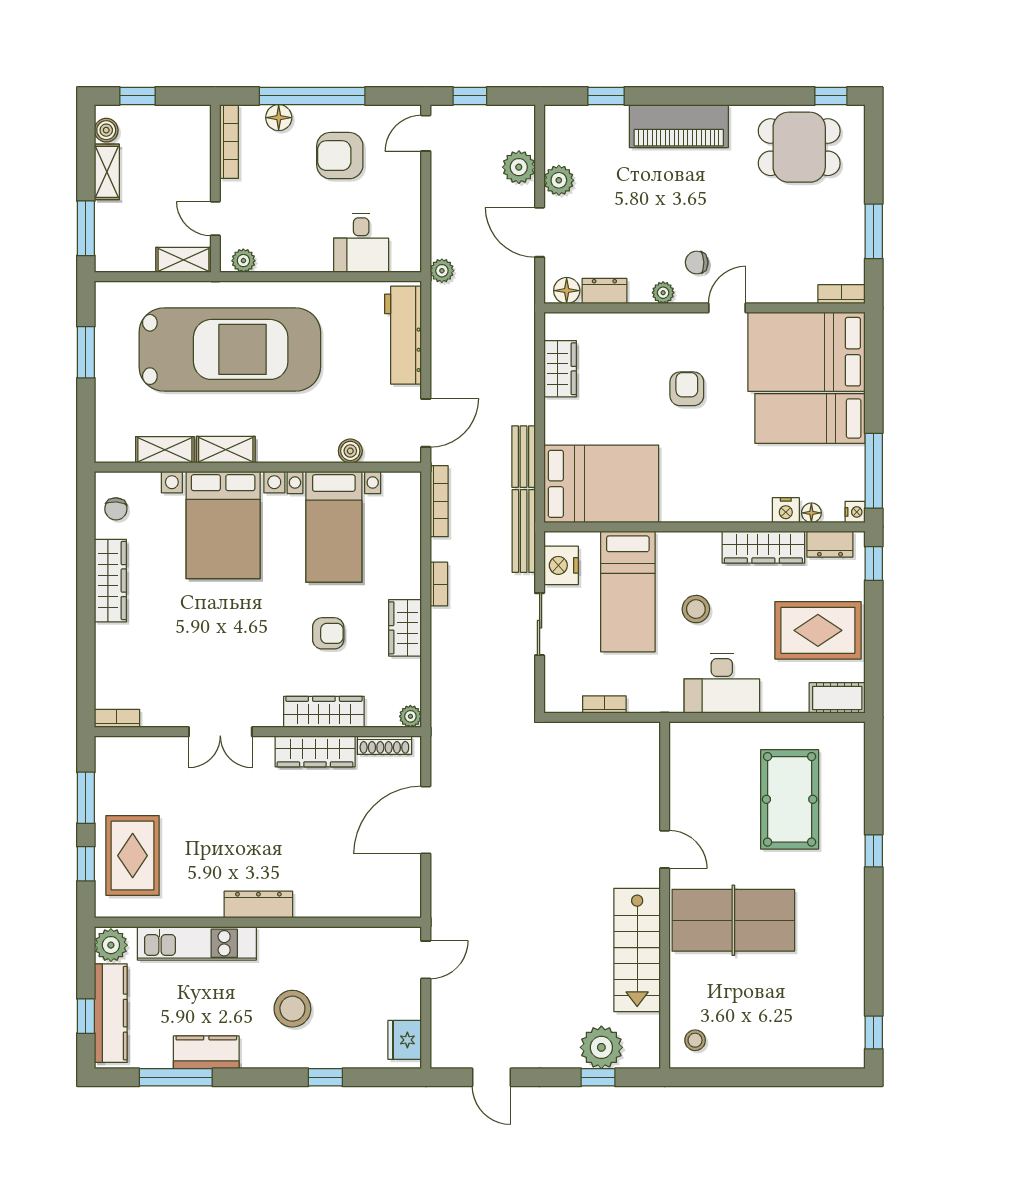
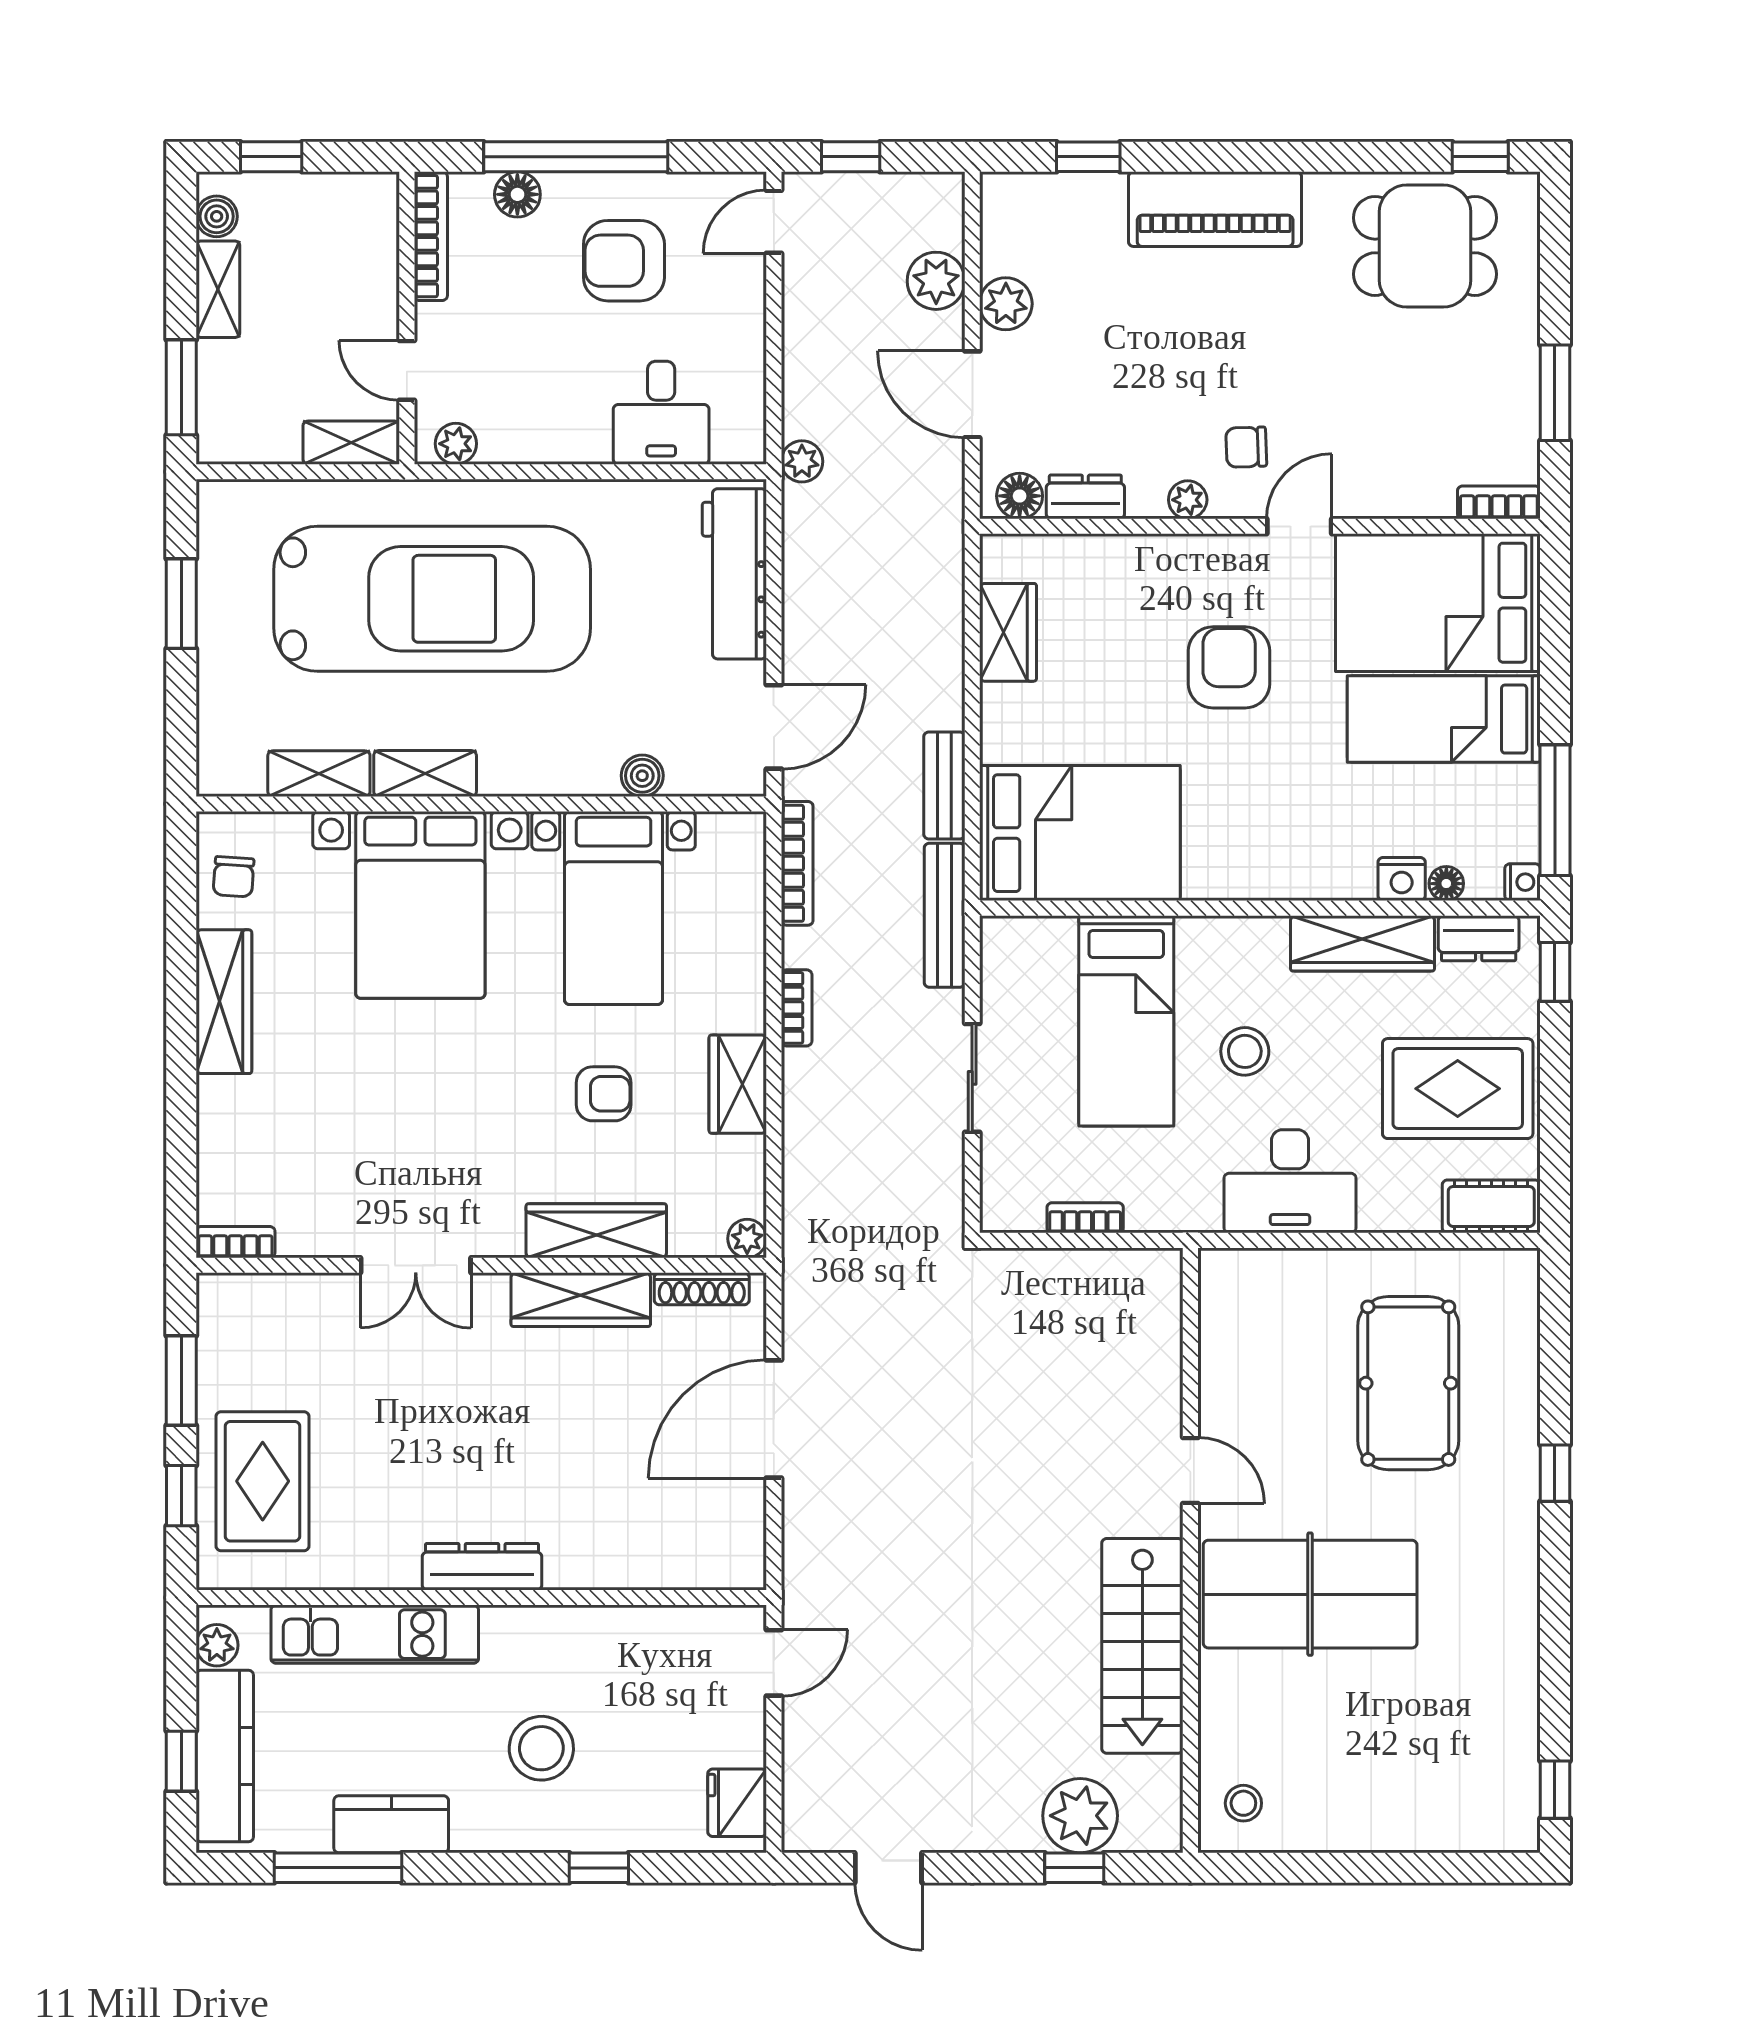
armchair: (687, 389) -> (1229, 667), width x1.38, depth x1.38
nightstand: (561, 565) -> (1010, 975), removed
plant: (111, 945) -> (217, 1645), width x0.73, depth x0.73

